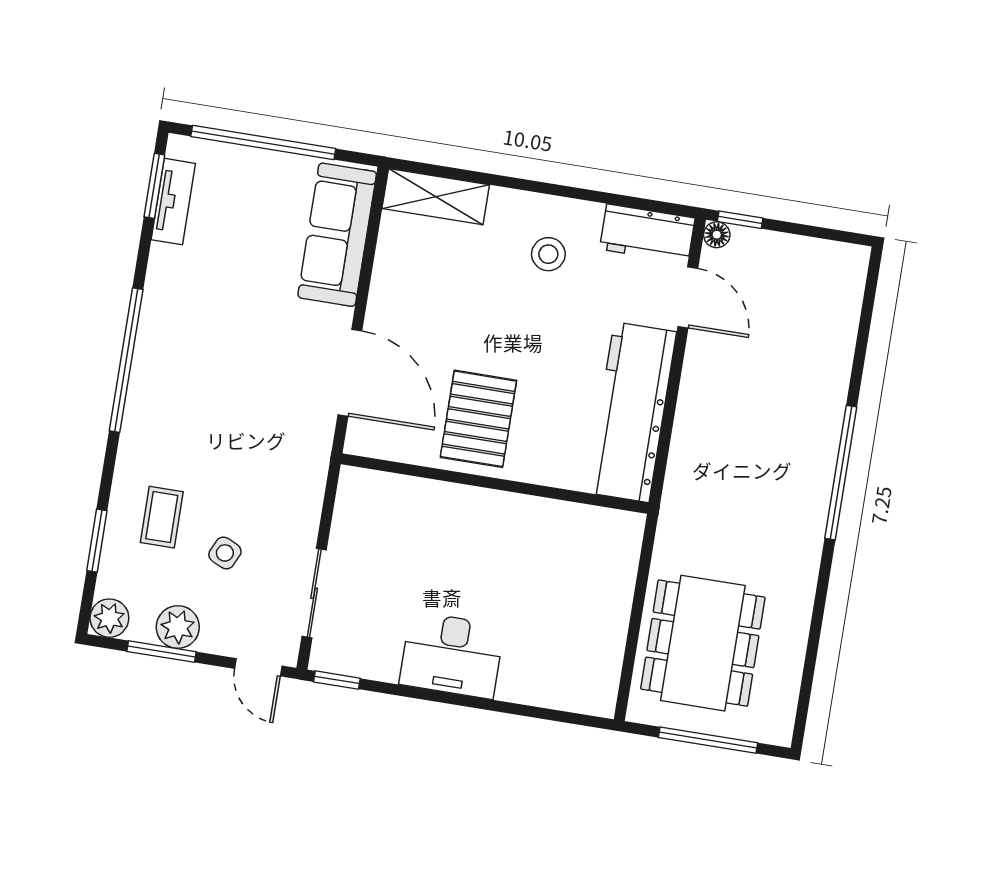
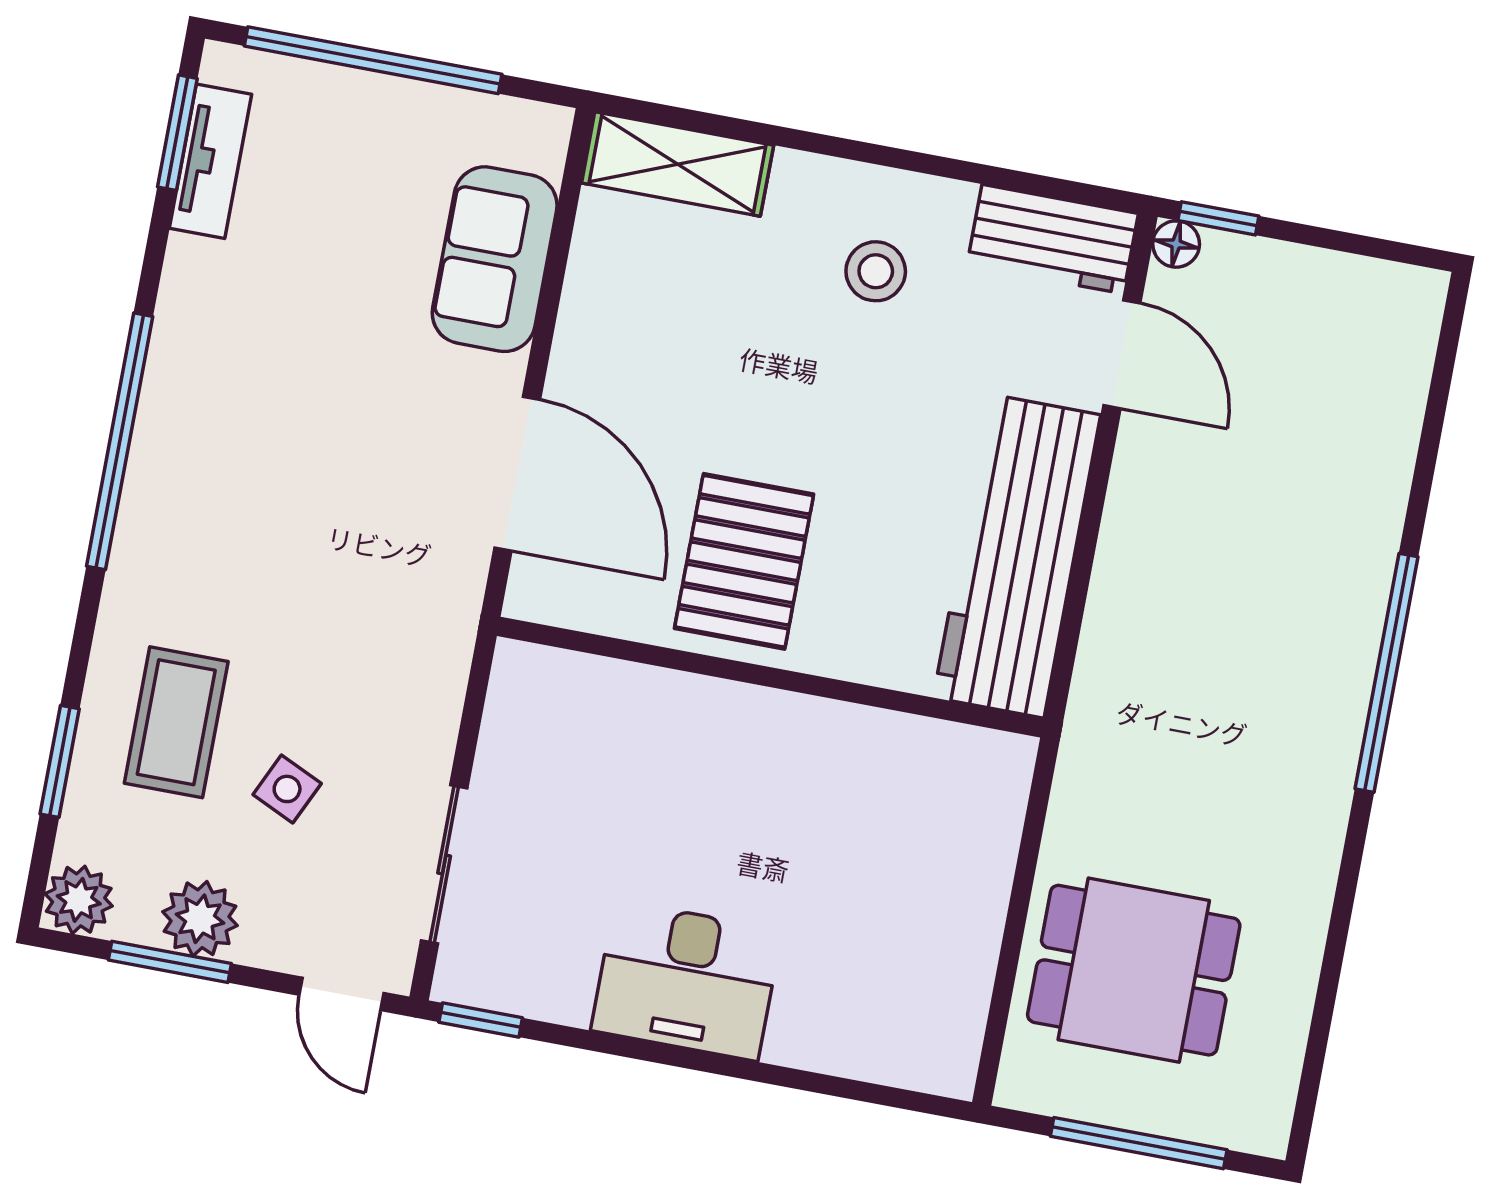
sofa: (337, 235) -> (495, 259), width x0.73
coffee table: (162, 517) -> (176, 722), width x1.36, depth x1.30
dining table: (703, 643) -> (1134, 970), width x0.73

